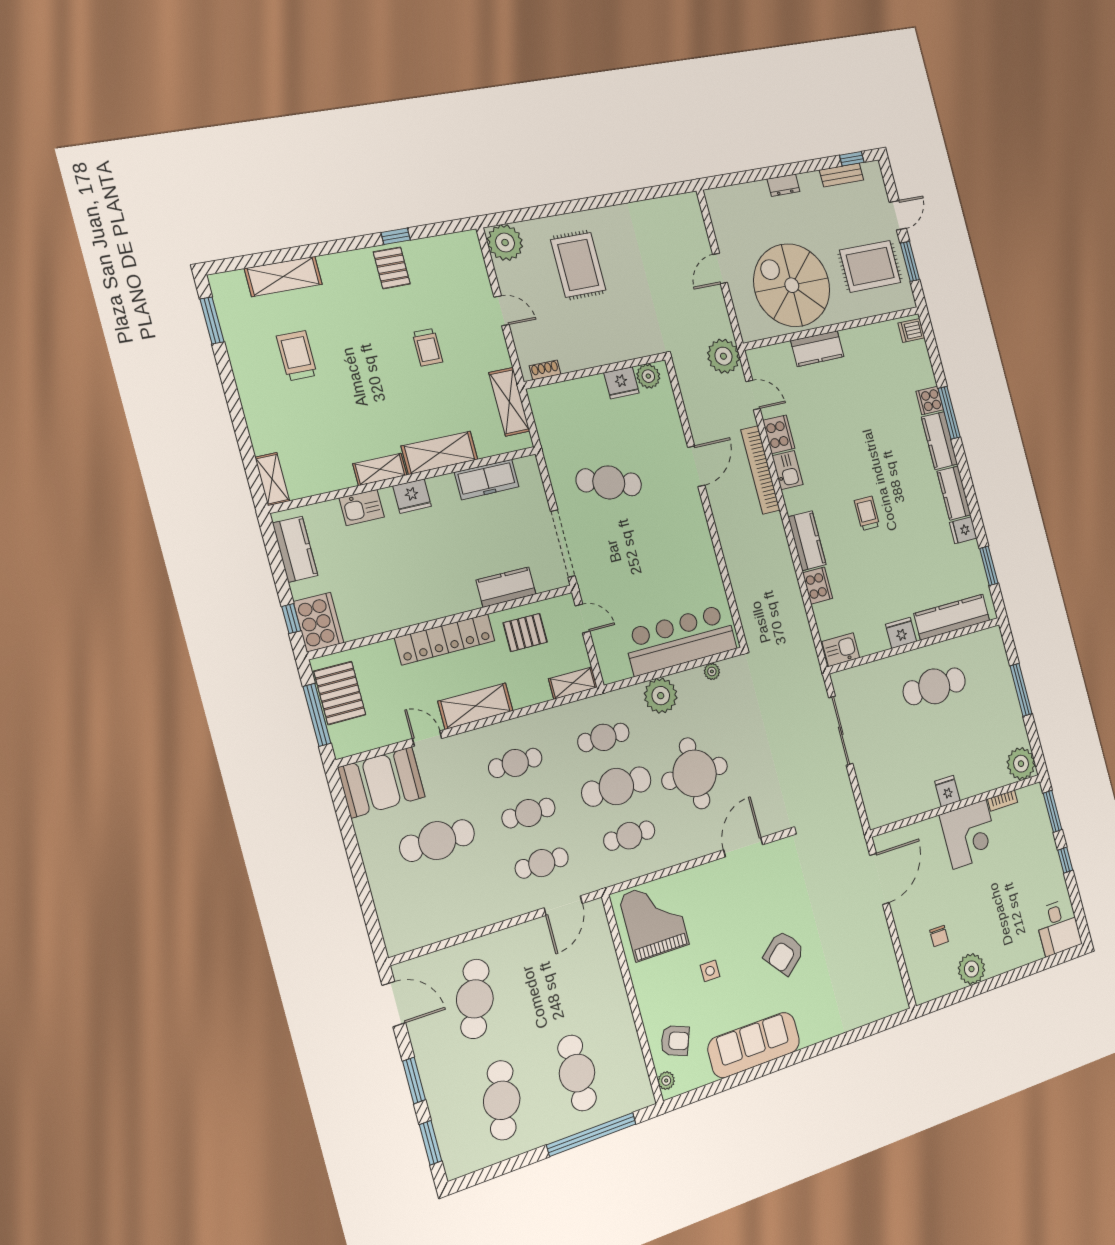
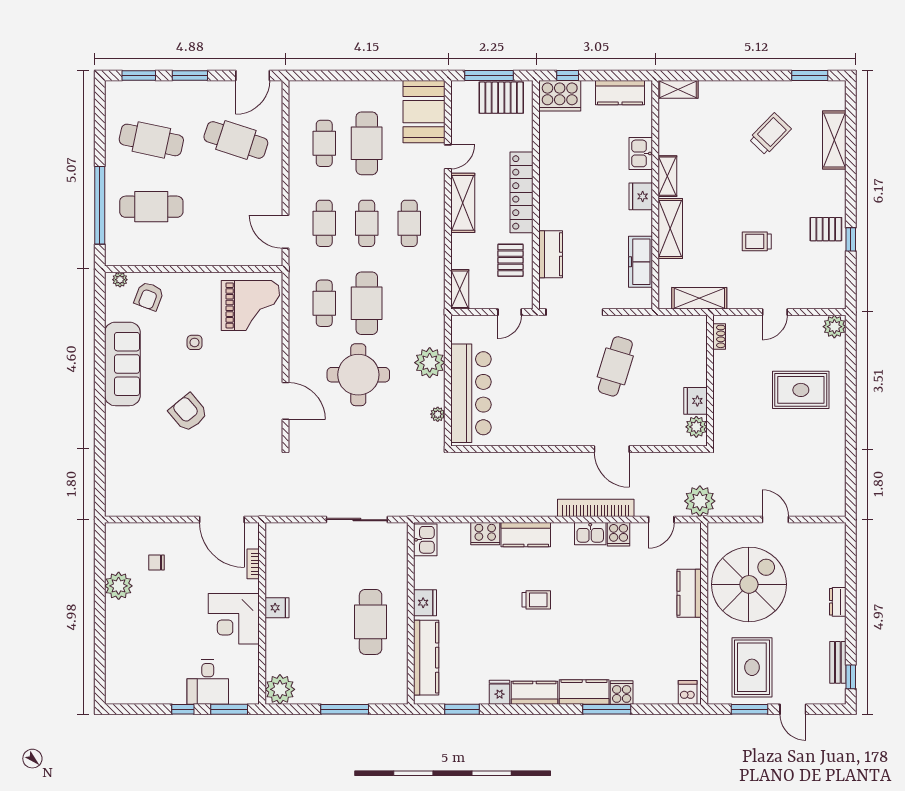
plant: (505, 243) -> (834, 327), width x0.73, depth x0.73
trolley: (297, 356) -> (770, 134), turned -46
cooker: (779, 434) -> (619, 534), width x0.73
cafe table: (603, 737) -> (324, 143), moved
bookcase: (1002, 801) -> (253, 564), moved
desk: (1058, 927) -> (208, 682), moved, turned -90

